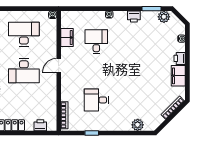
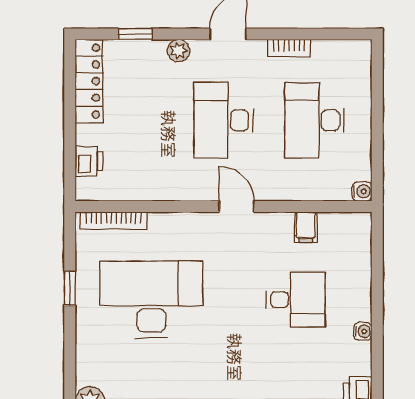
desk: (24, 34) -> (314, 120), turned 180
filing cabinet: (67, 38) -> (306, 227), width x0.50
desk: (96, 100) -> (151, 300), width x1.87, depth x1.30

